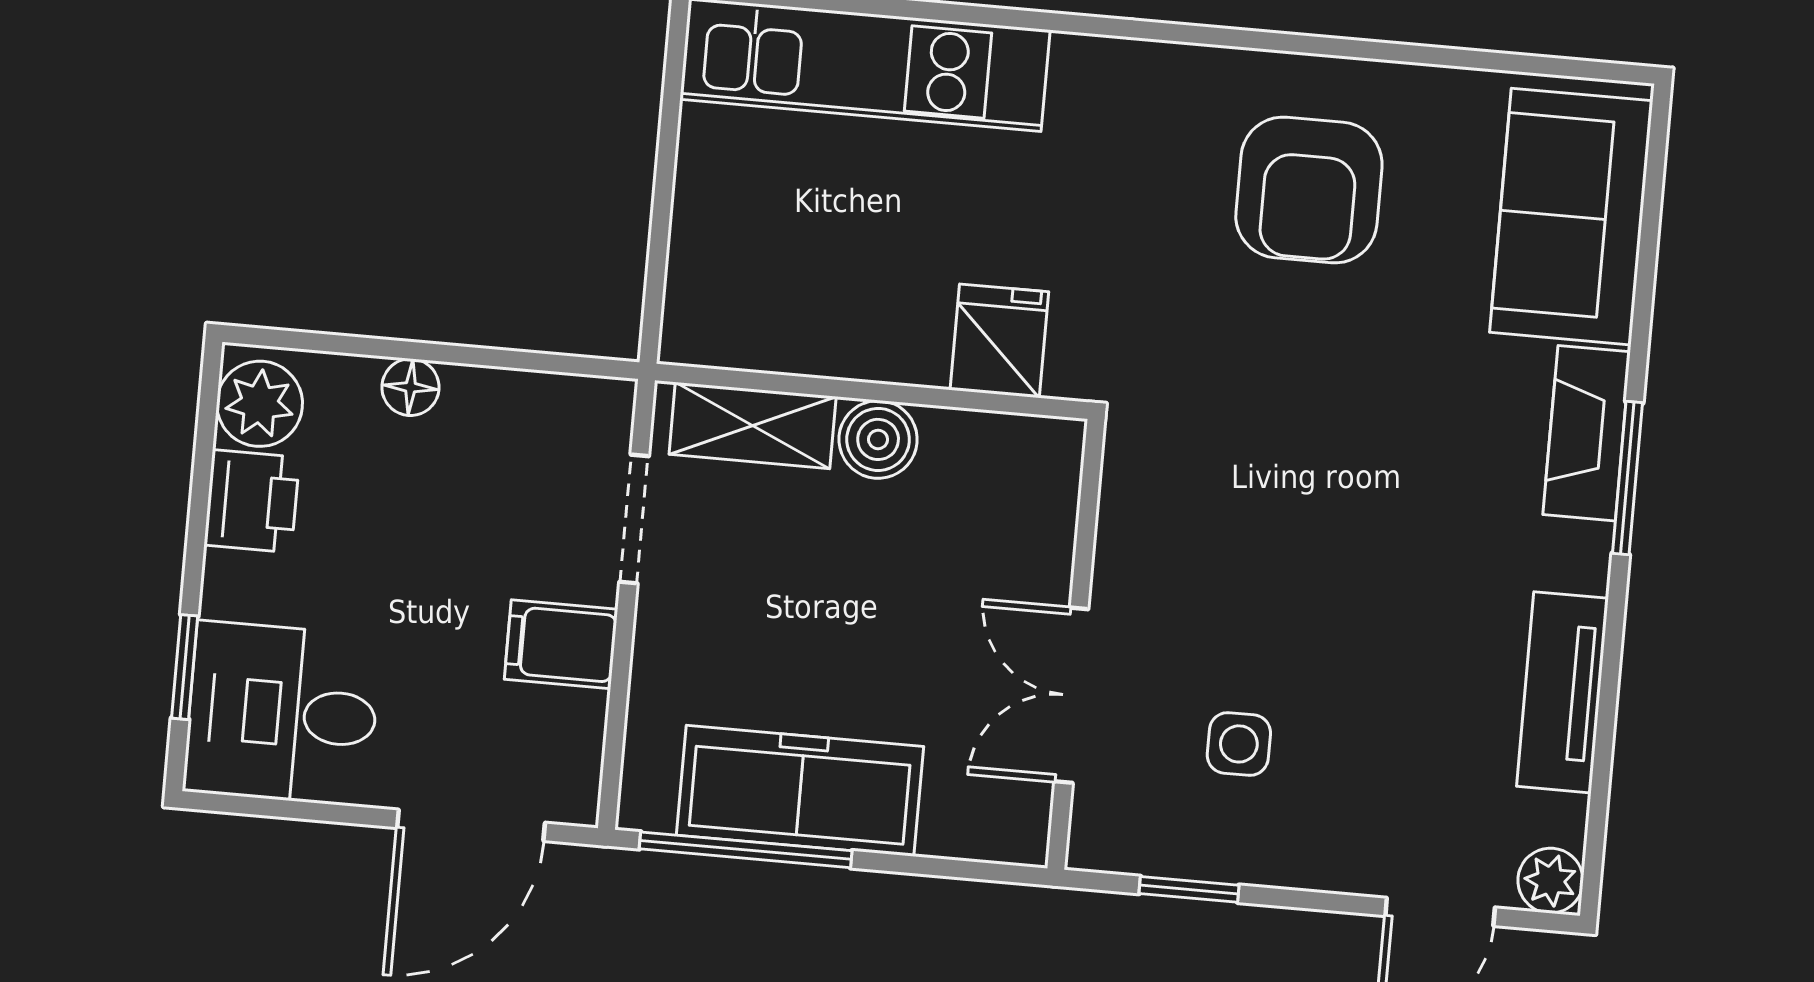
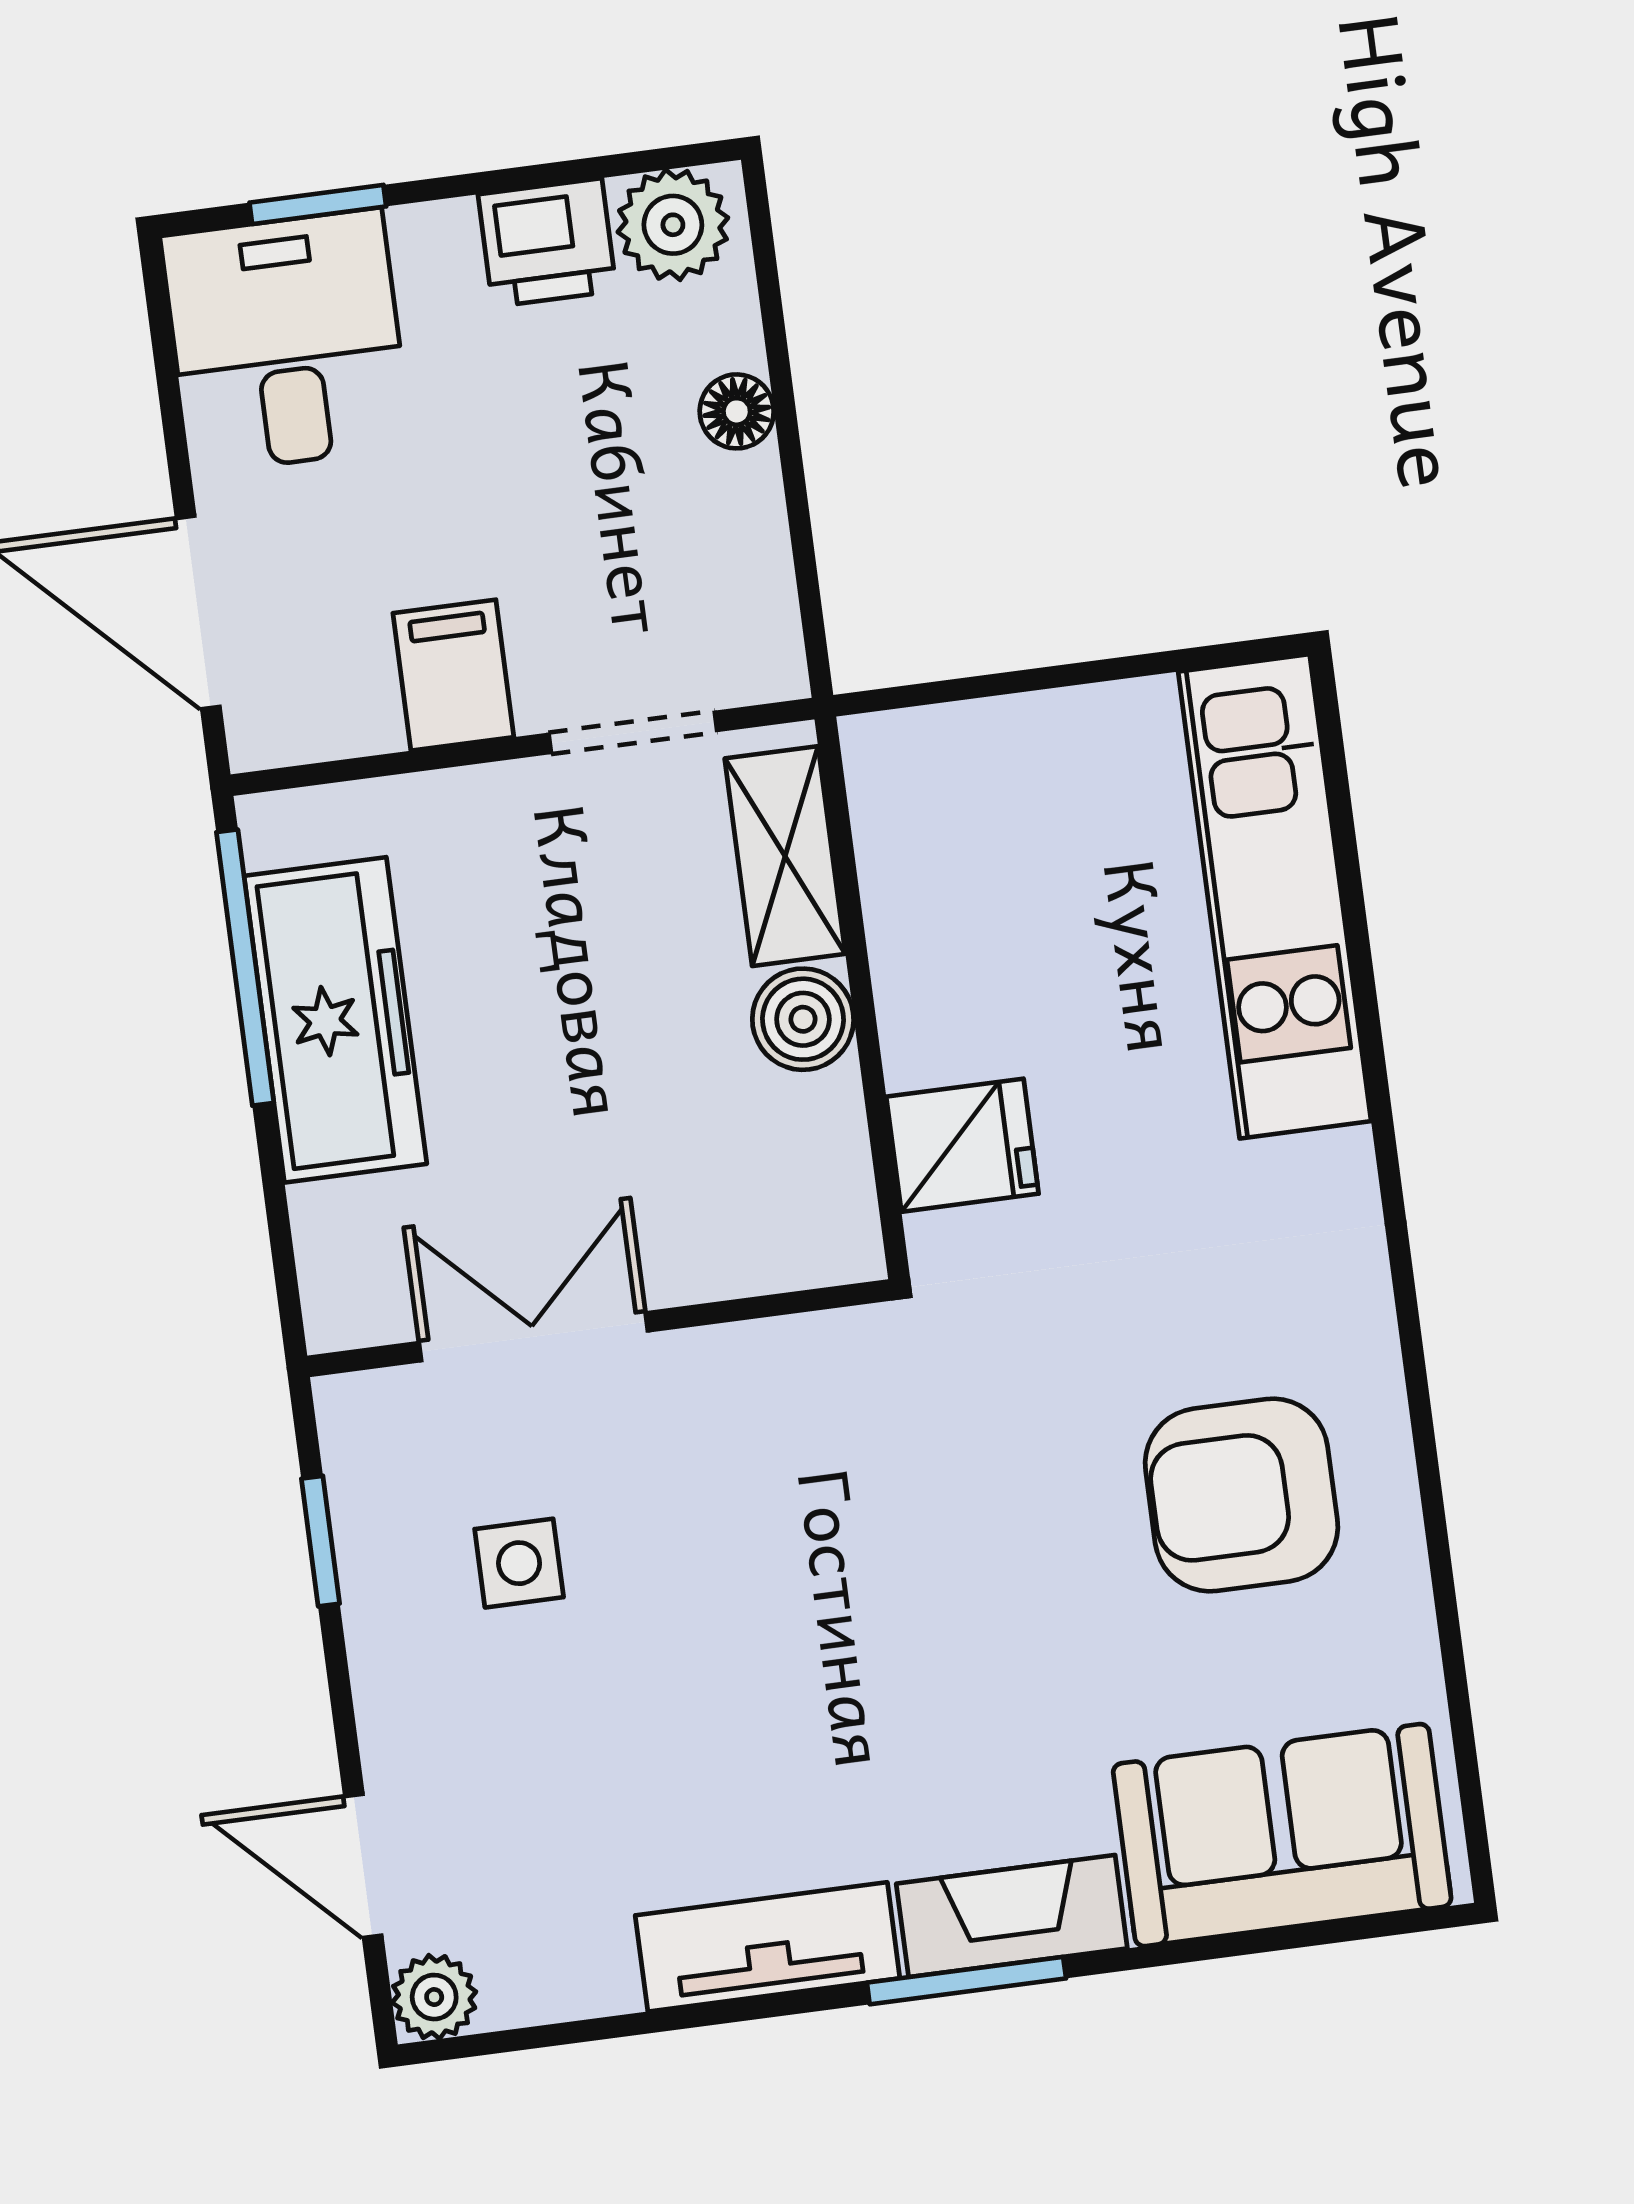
tv unit: (1562, 692) -> (768, 1947), moved

